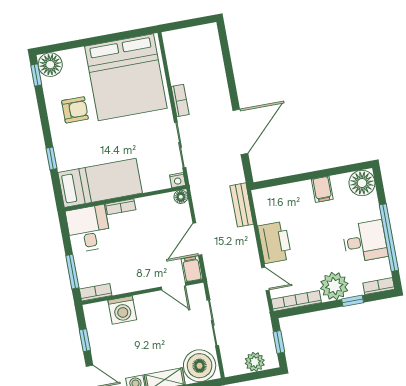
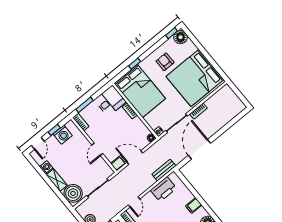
armchair: (75, 110) -> (165, 62), turned 180
door: (240, 132) -> (200, 149), swing flipped
bed: (100, 183) -> (140, 91), width x1.50
printer: (275, 242) -> (163, 189), moved
door: (173, 286) -> (97, 149), moved
washing machine: (122, 310) -> (63, 135), moved, turned -90

